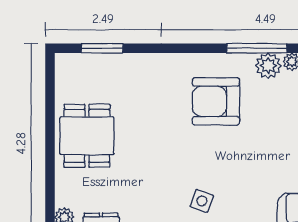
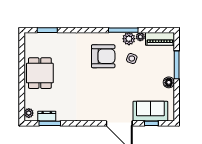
armchair: (216, 101) -> (103, 56), turned 180
side table: (202, 201) -> (132, 59), moved

